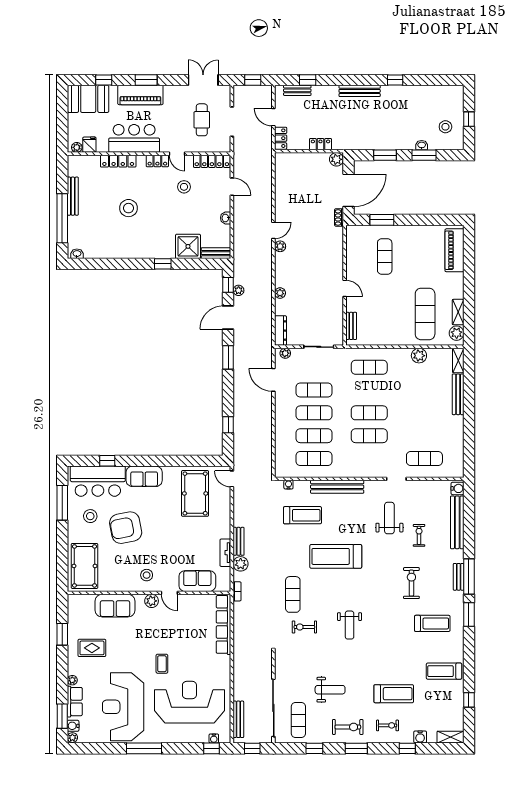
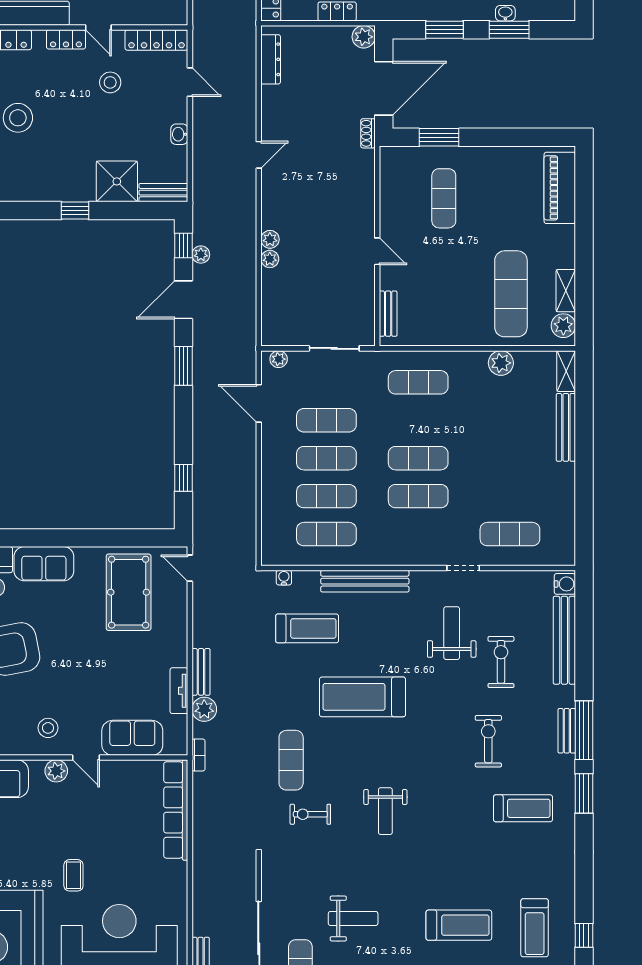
plant: (280, 246) -> (270, 239), moved
dresser: (281, 331) -> (271, 59), moved
exercise bike: (419, 535) -> (501, 662), width x1.38, depth x1.39
treadmill: (444, 671) -> (535, 928), moved, turned -90

